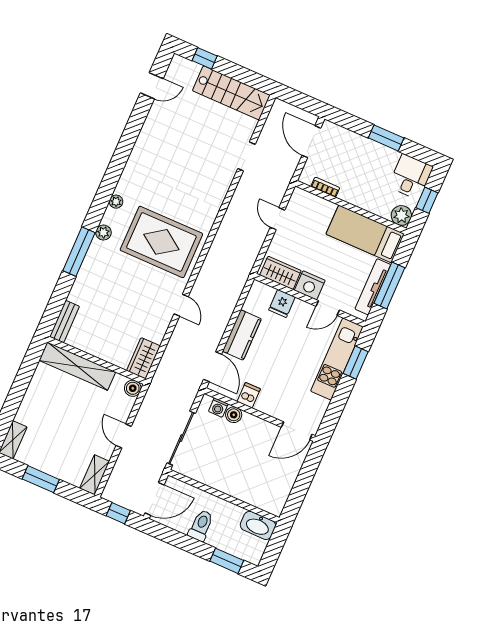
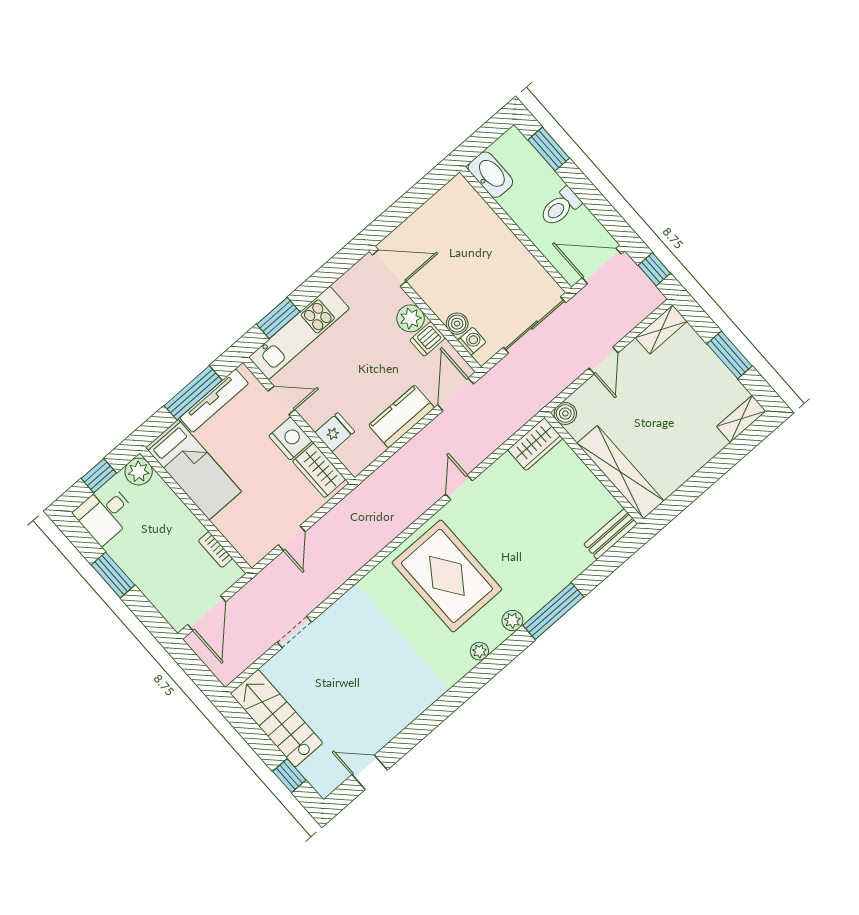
plant: (267, 404) -> (411, 318), added

